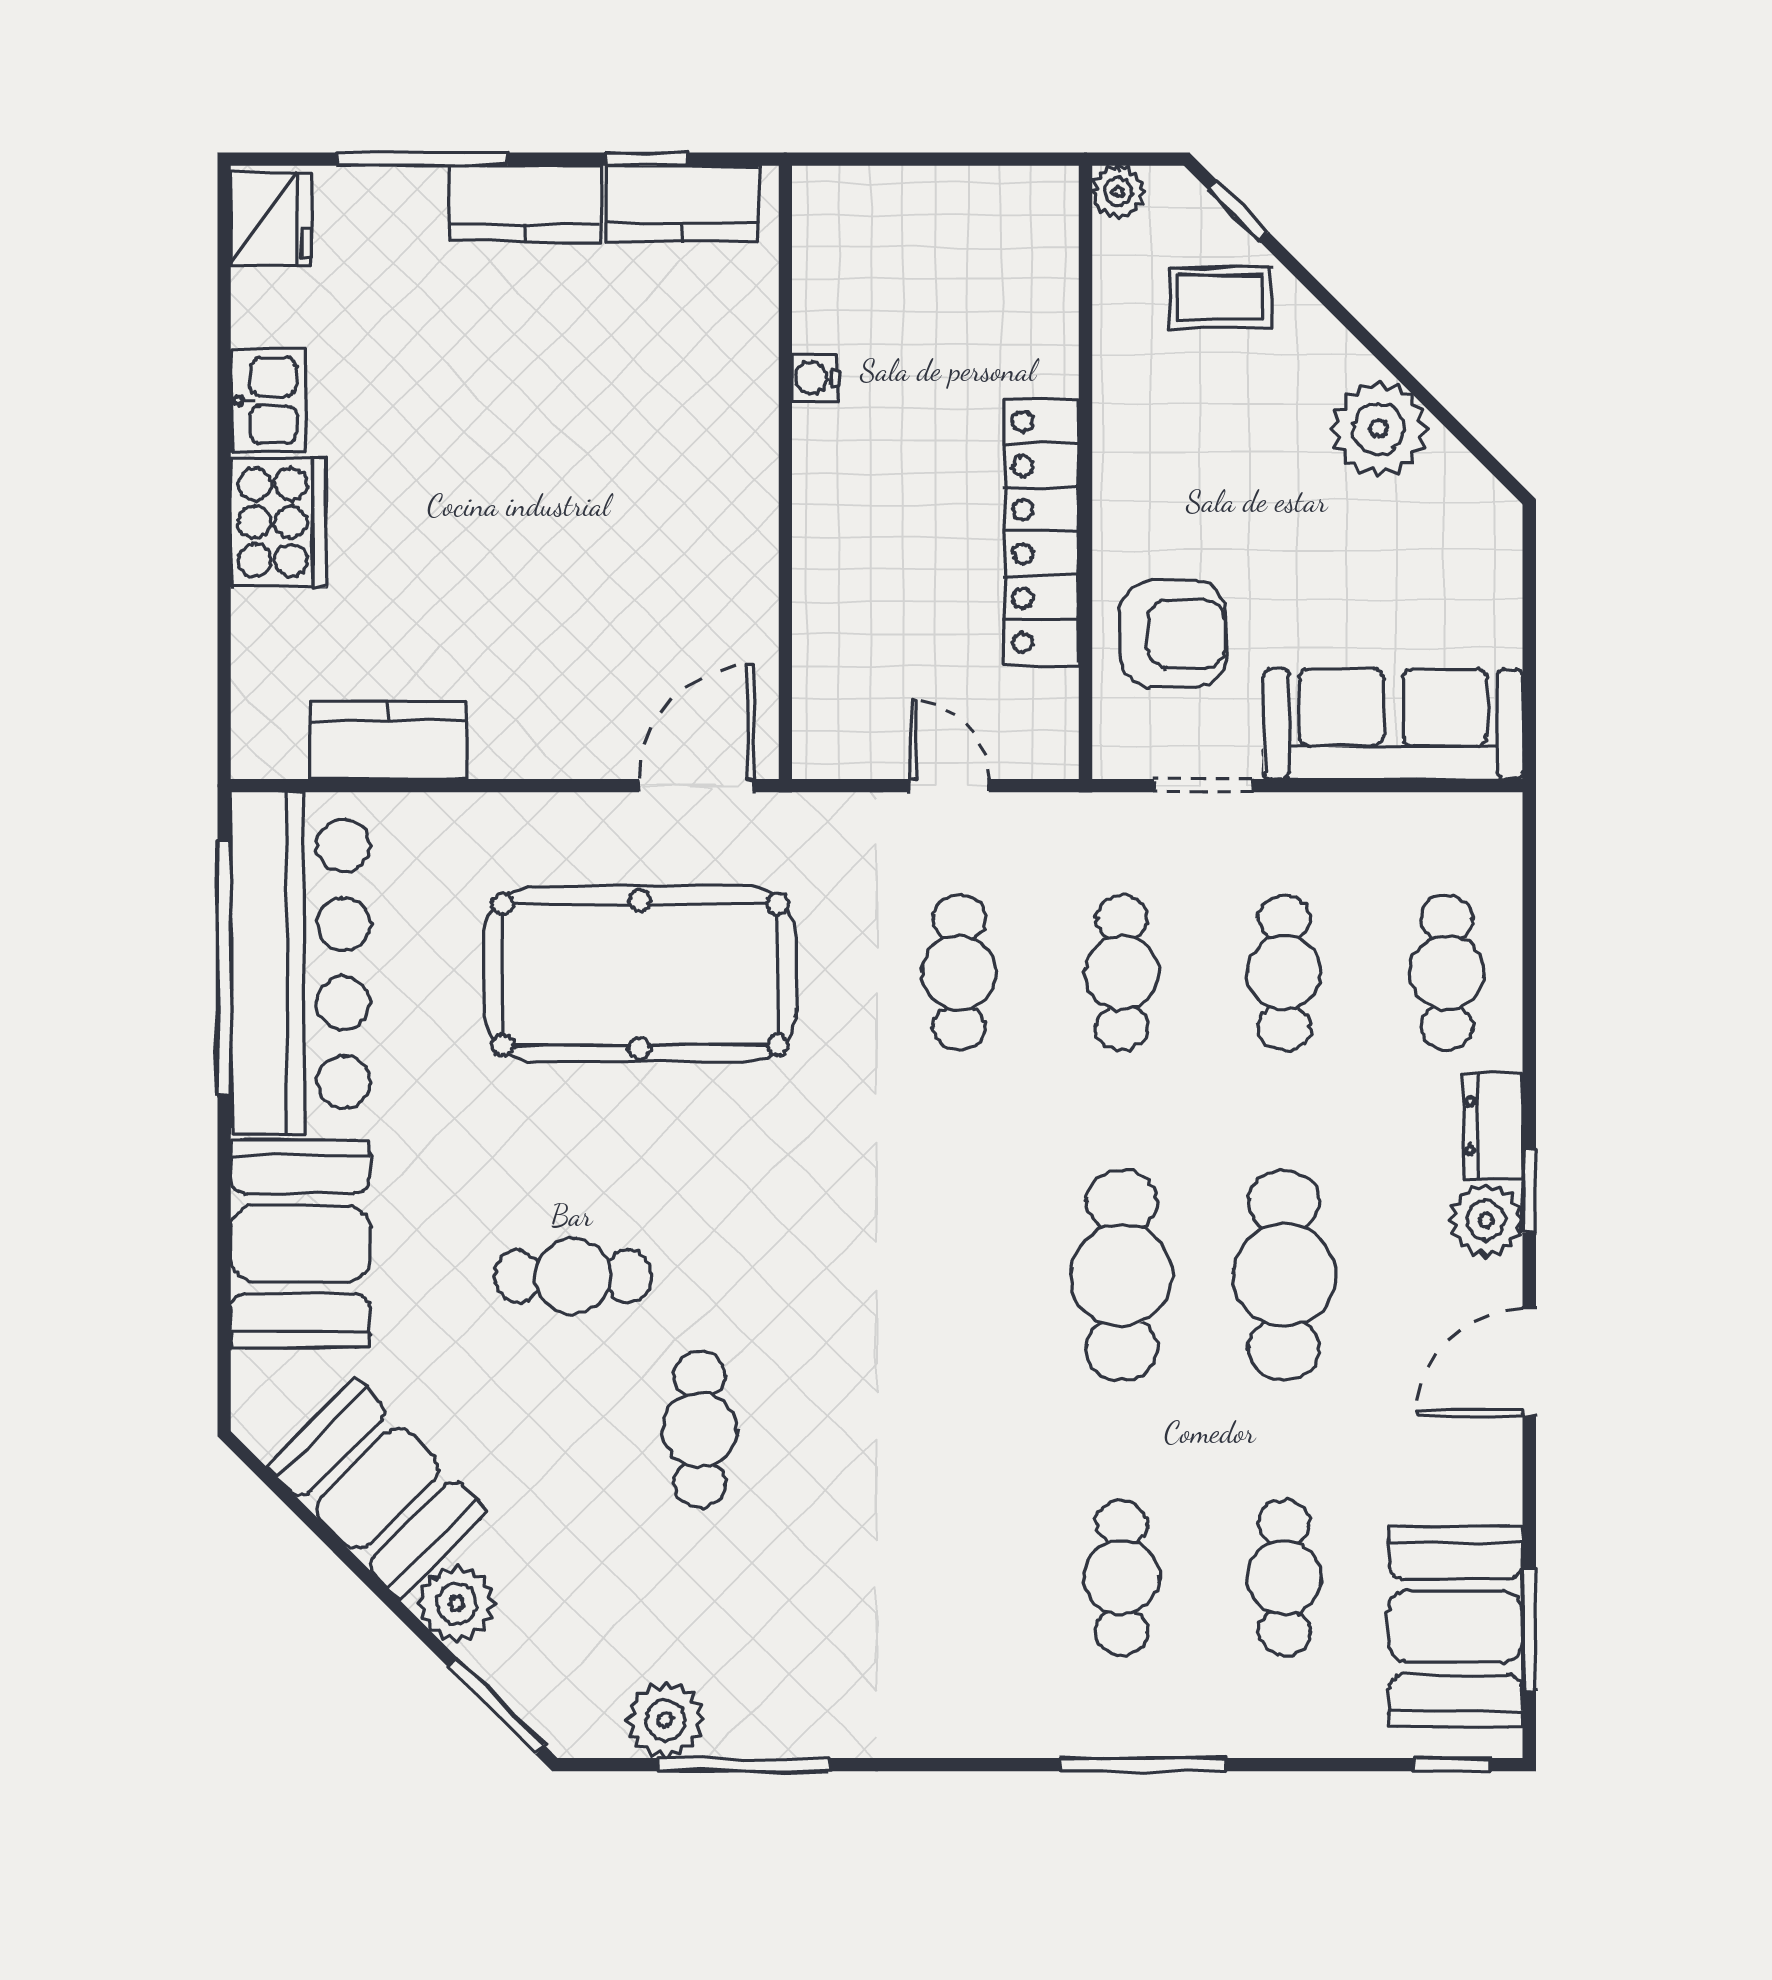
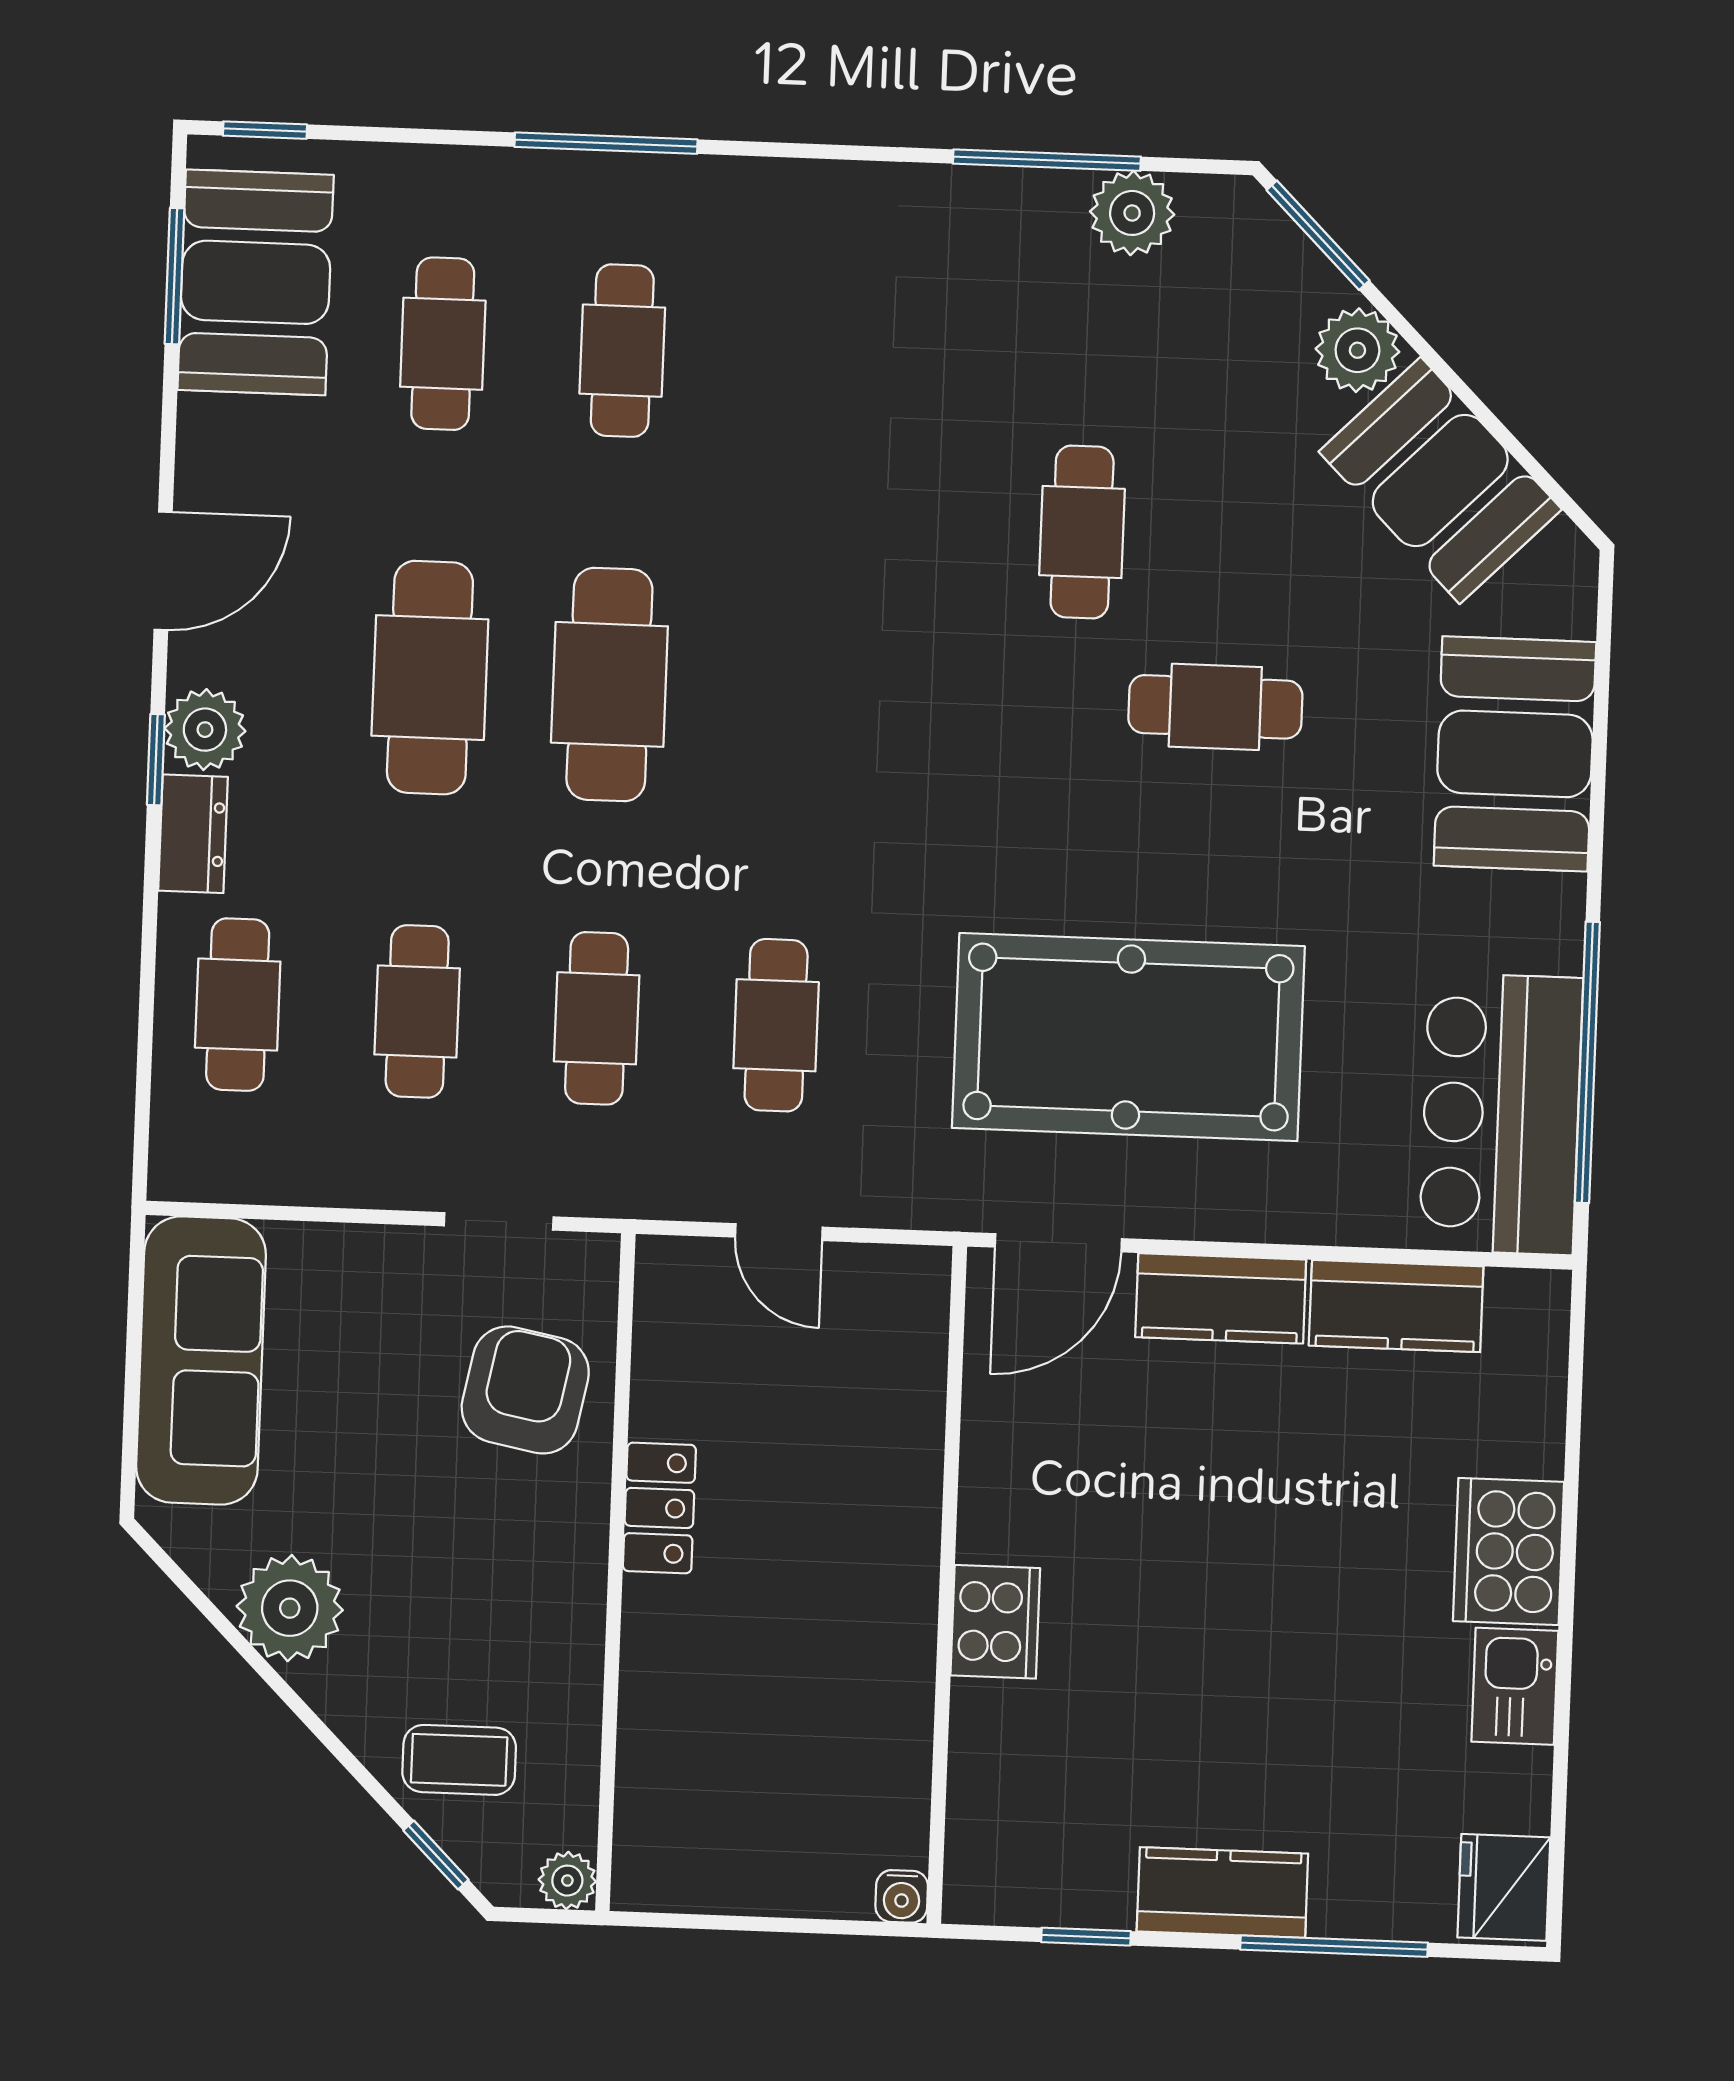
kitchen counter: (683, 204) -> (1221, 1298), moved, turned 180
water cooler: (815, 378) -> (902, 1896), moved, turned 90
cooker: (740, 441) -> (995, 1622), added
locker: (1041, 532) -> (659, 1508), width x0.46, depth x0.83
armchair: (1173, 634) -> (525, 1390), turned 101
sofa: (1393, 724) -> (201, 1360), moved, turned -90
bar counter: (300, 963) -> (1501, 1114), width x0.73

